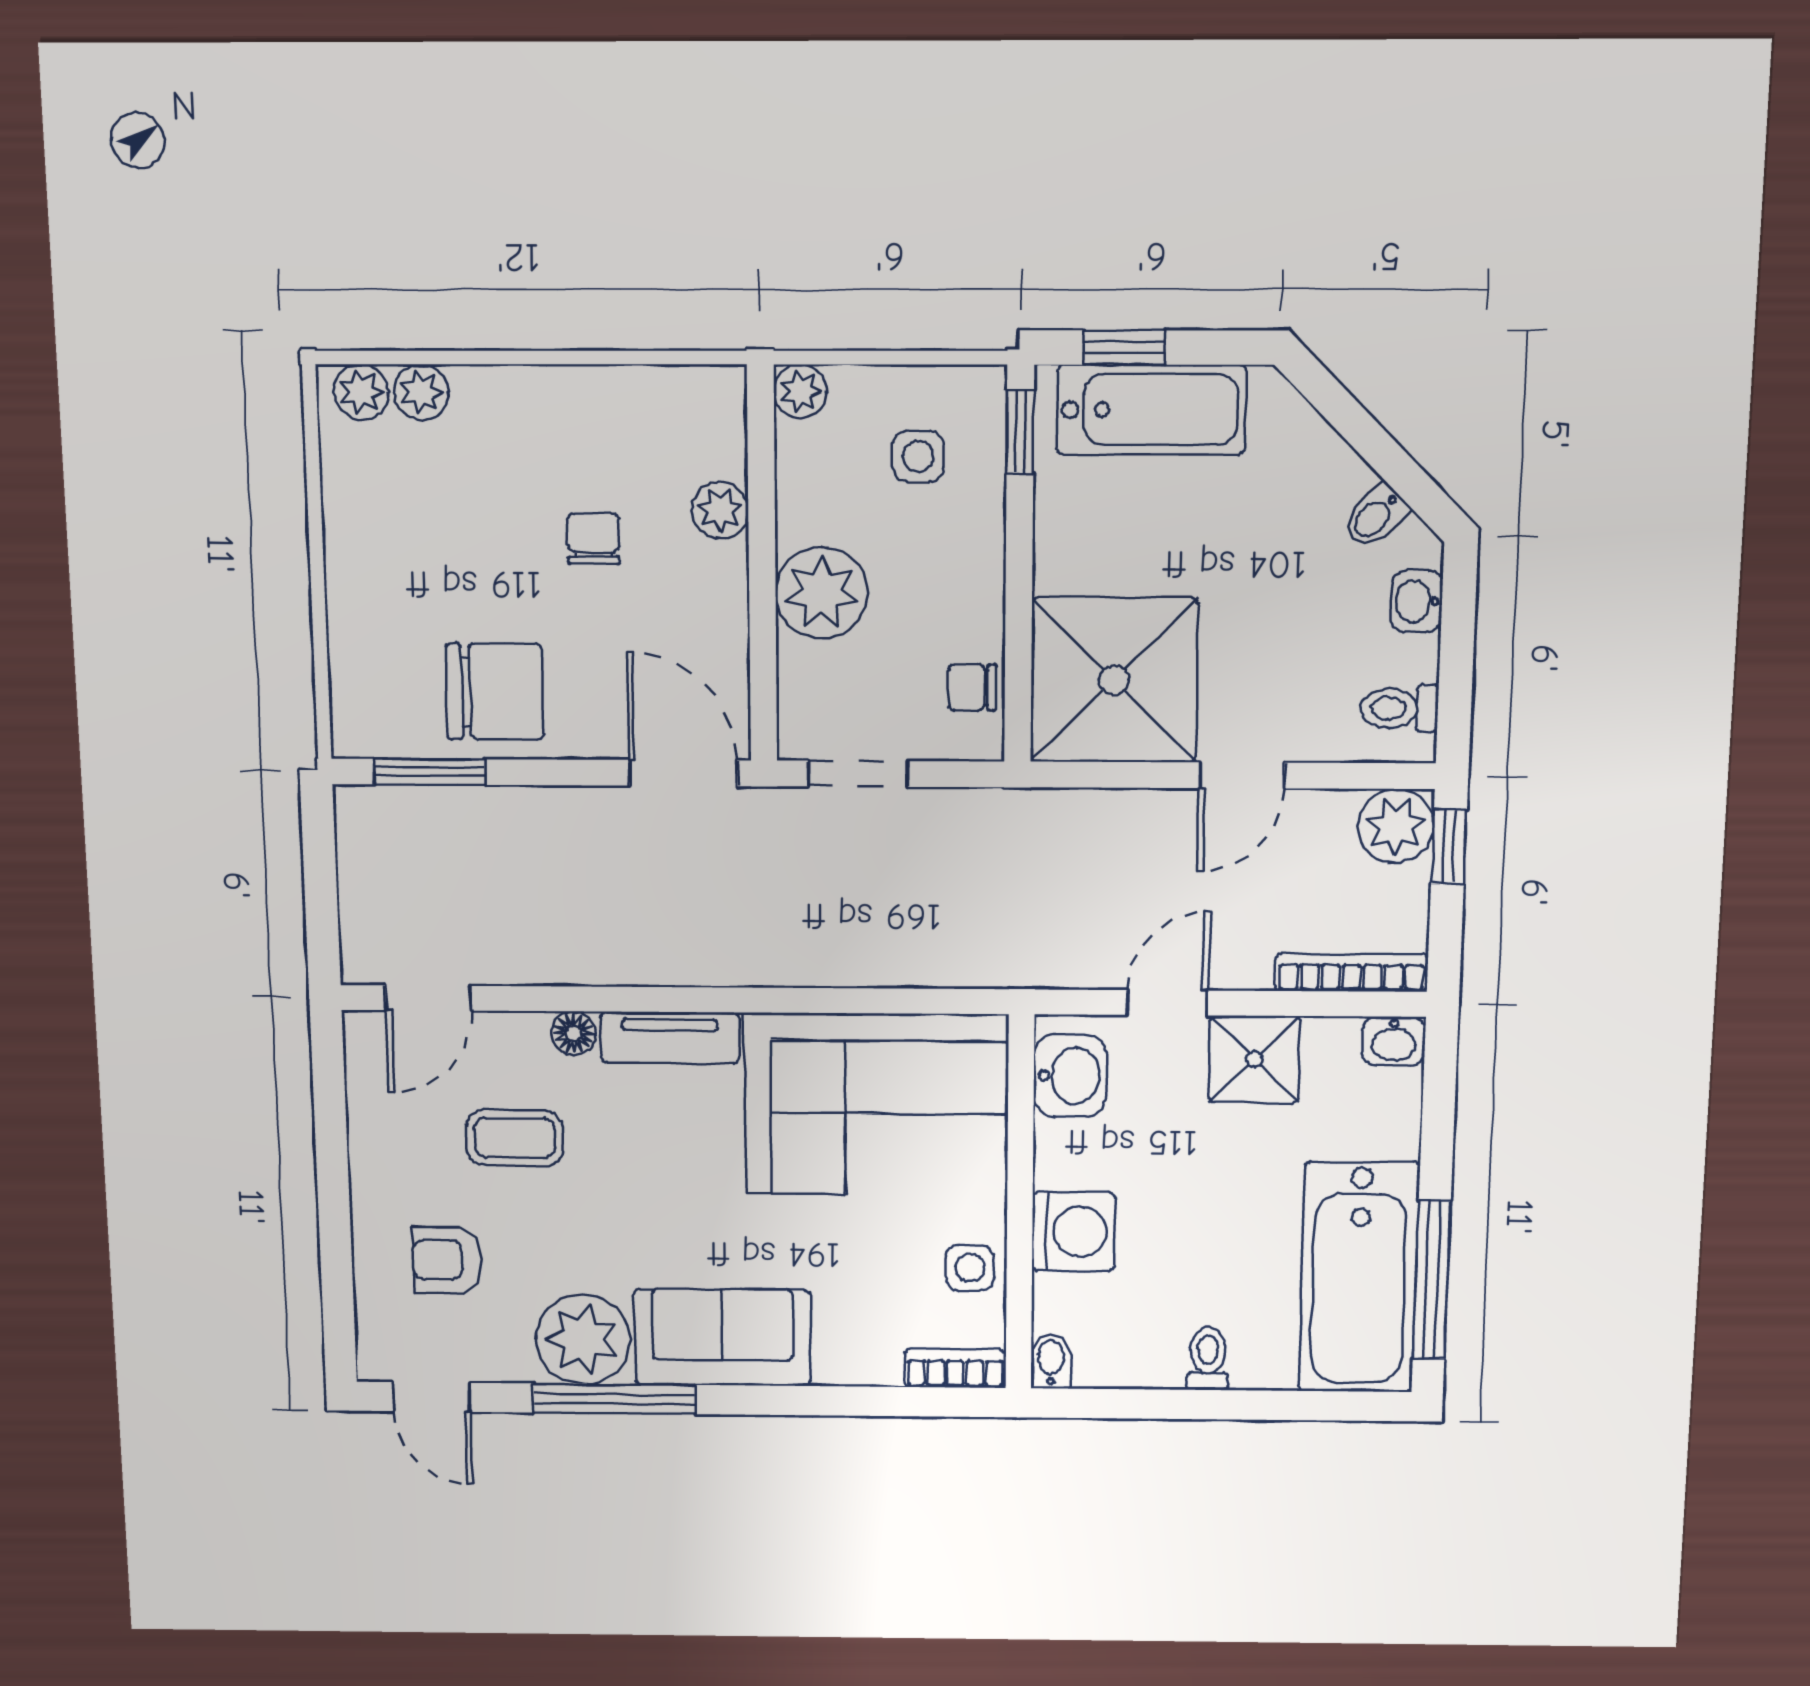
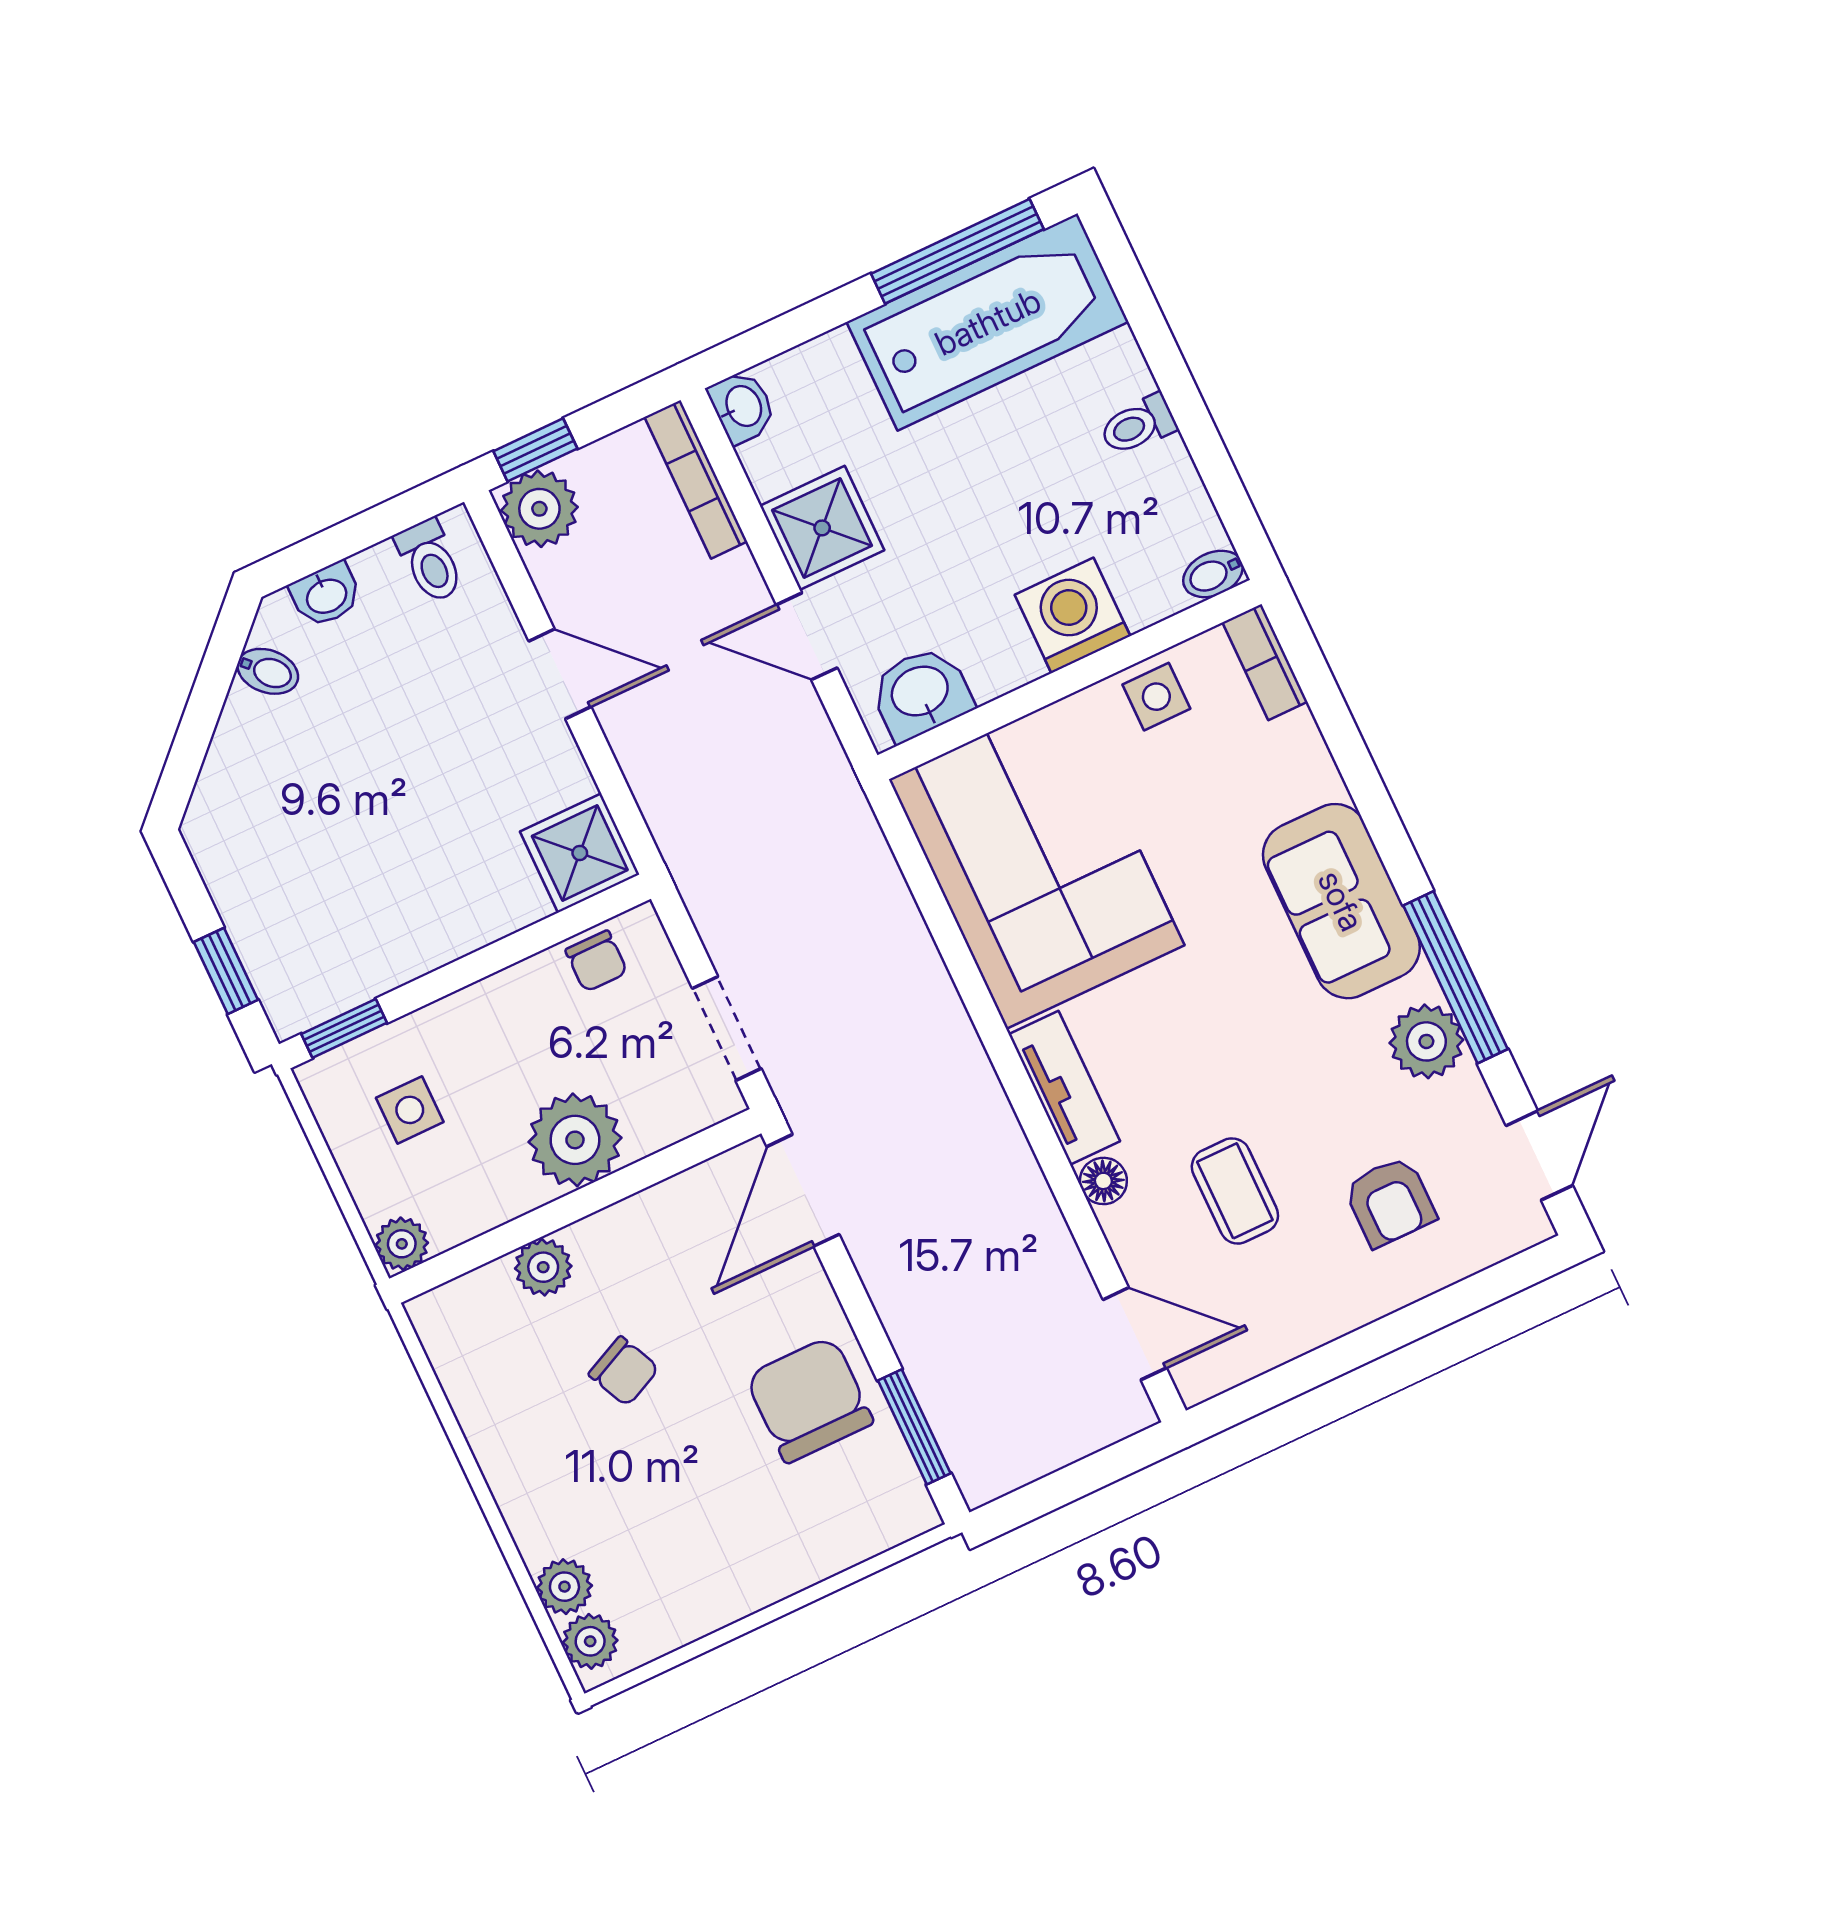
bathtub: (1151, 410) -> (269, 920), removed
chair: (593, 539) -> (624, 1371), turned -115
shower: (1114, 680) -> (580, 853), width x0.54, depth x0.54
plant: (583, 1339) -> (1426, 1041), width x0.73, depth x0.73

